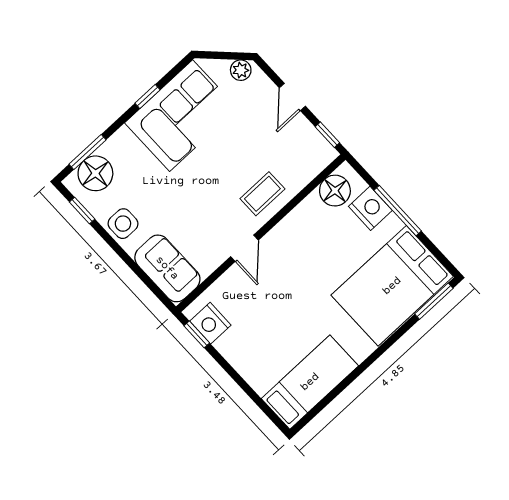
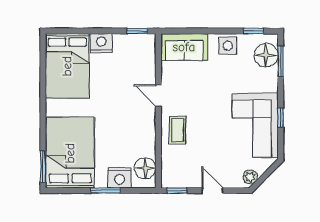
window: (398, 211) -> (106, 191), width x0.69
nightstand: (210, 323) -> (101, 43), moved
bed: (310, 382) -> (67, 66), width x1.50

